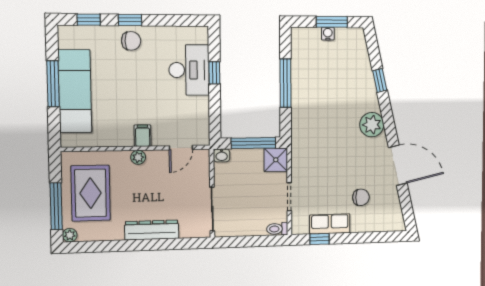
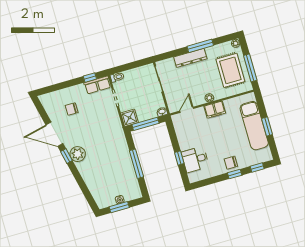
desk: (189, 70) -> (195, 159), width x0.73
window: (380, 80) -> (66, 156), moved
window: (53, 84) -> (267, 126), width x0.69
filing cabinet: (143, 136) -> (215, 110), width x2.00
window: (56, 206) -> (250, 68), moved
row of seats: (330, 224) -> (97, 85), moved
window: (130, 245) -> (200, 46), added

